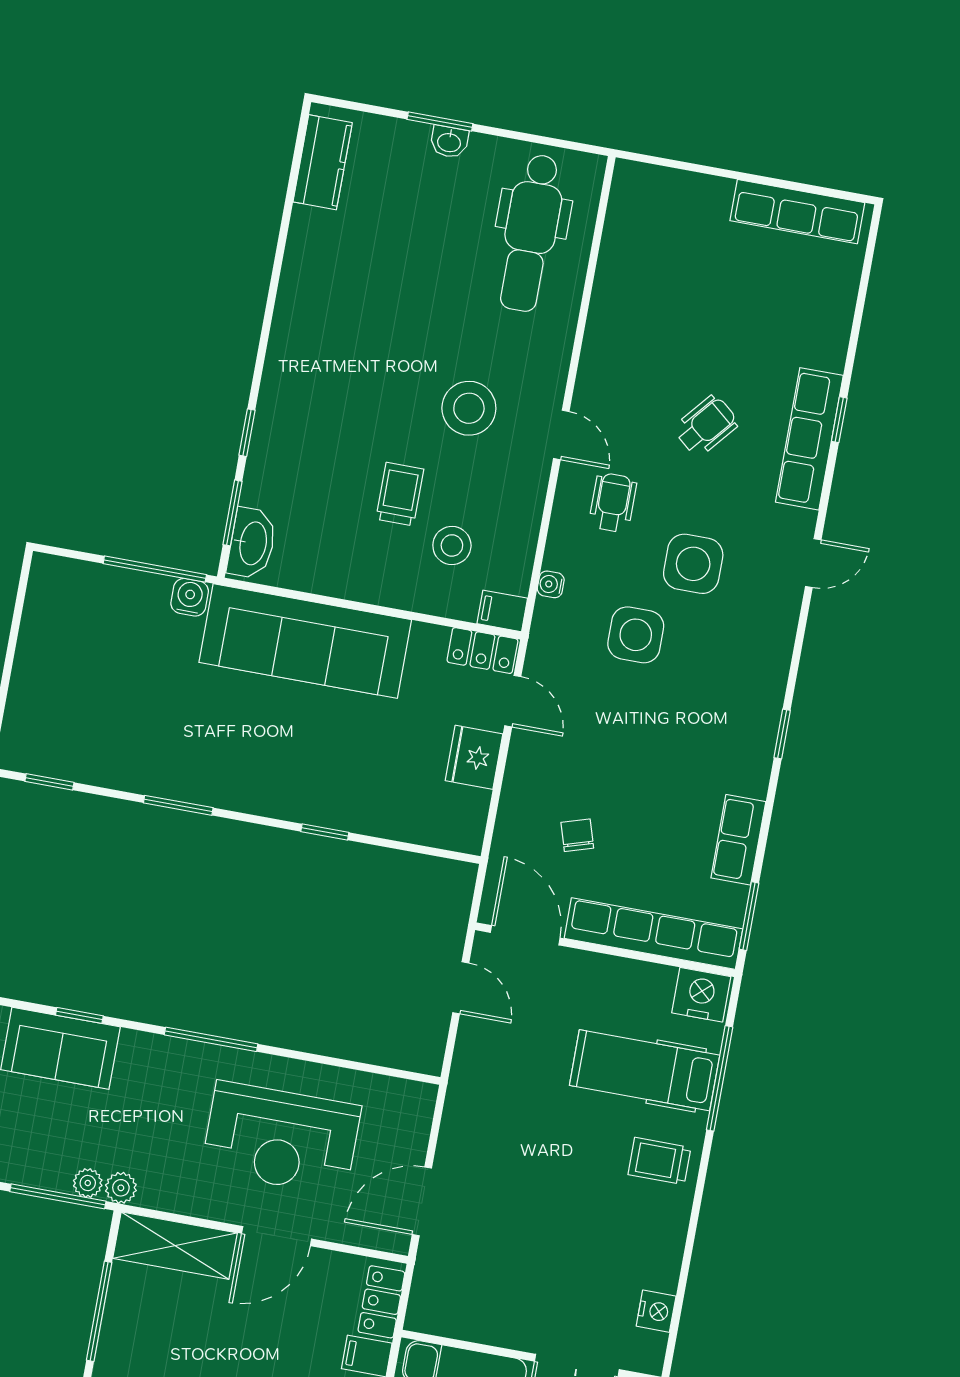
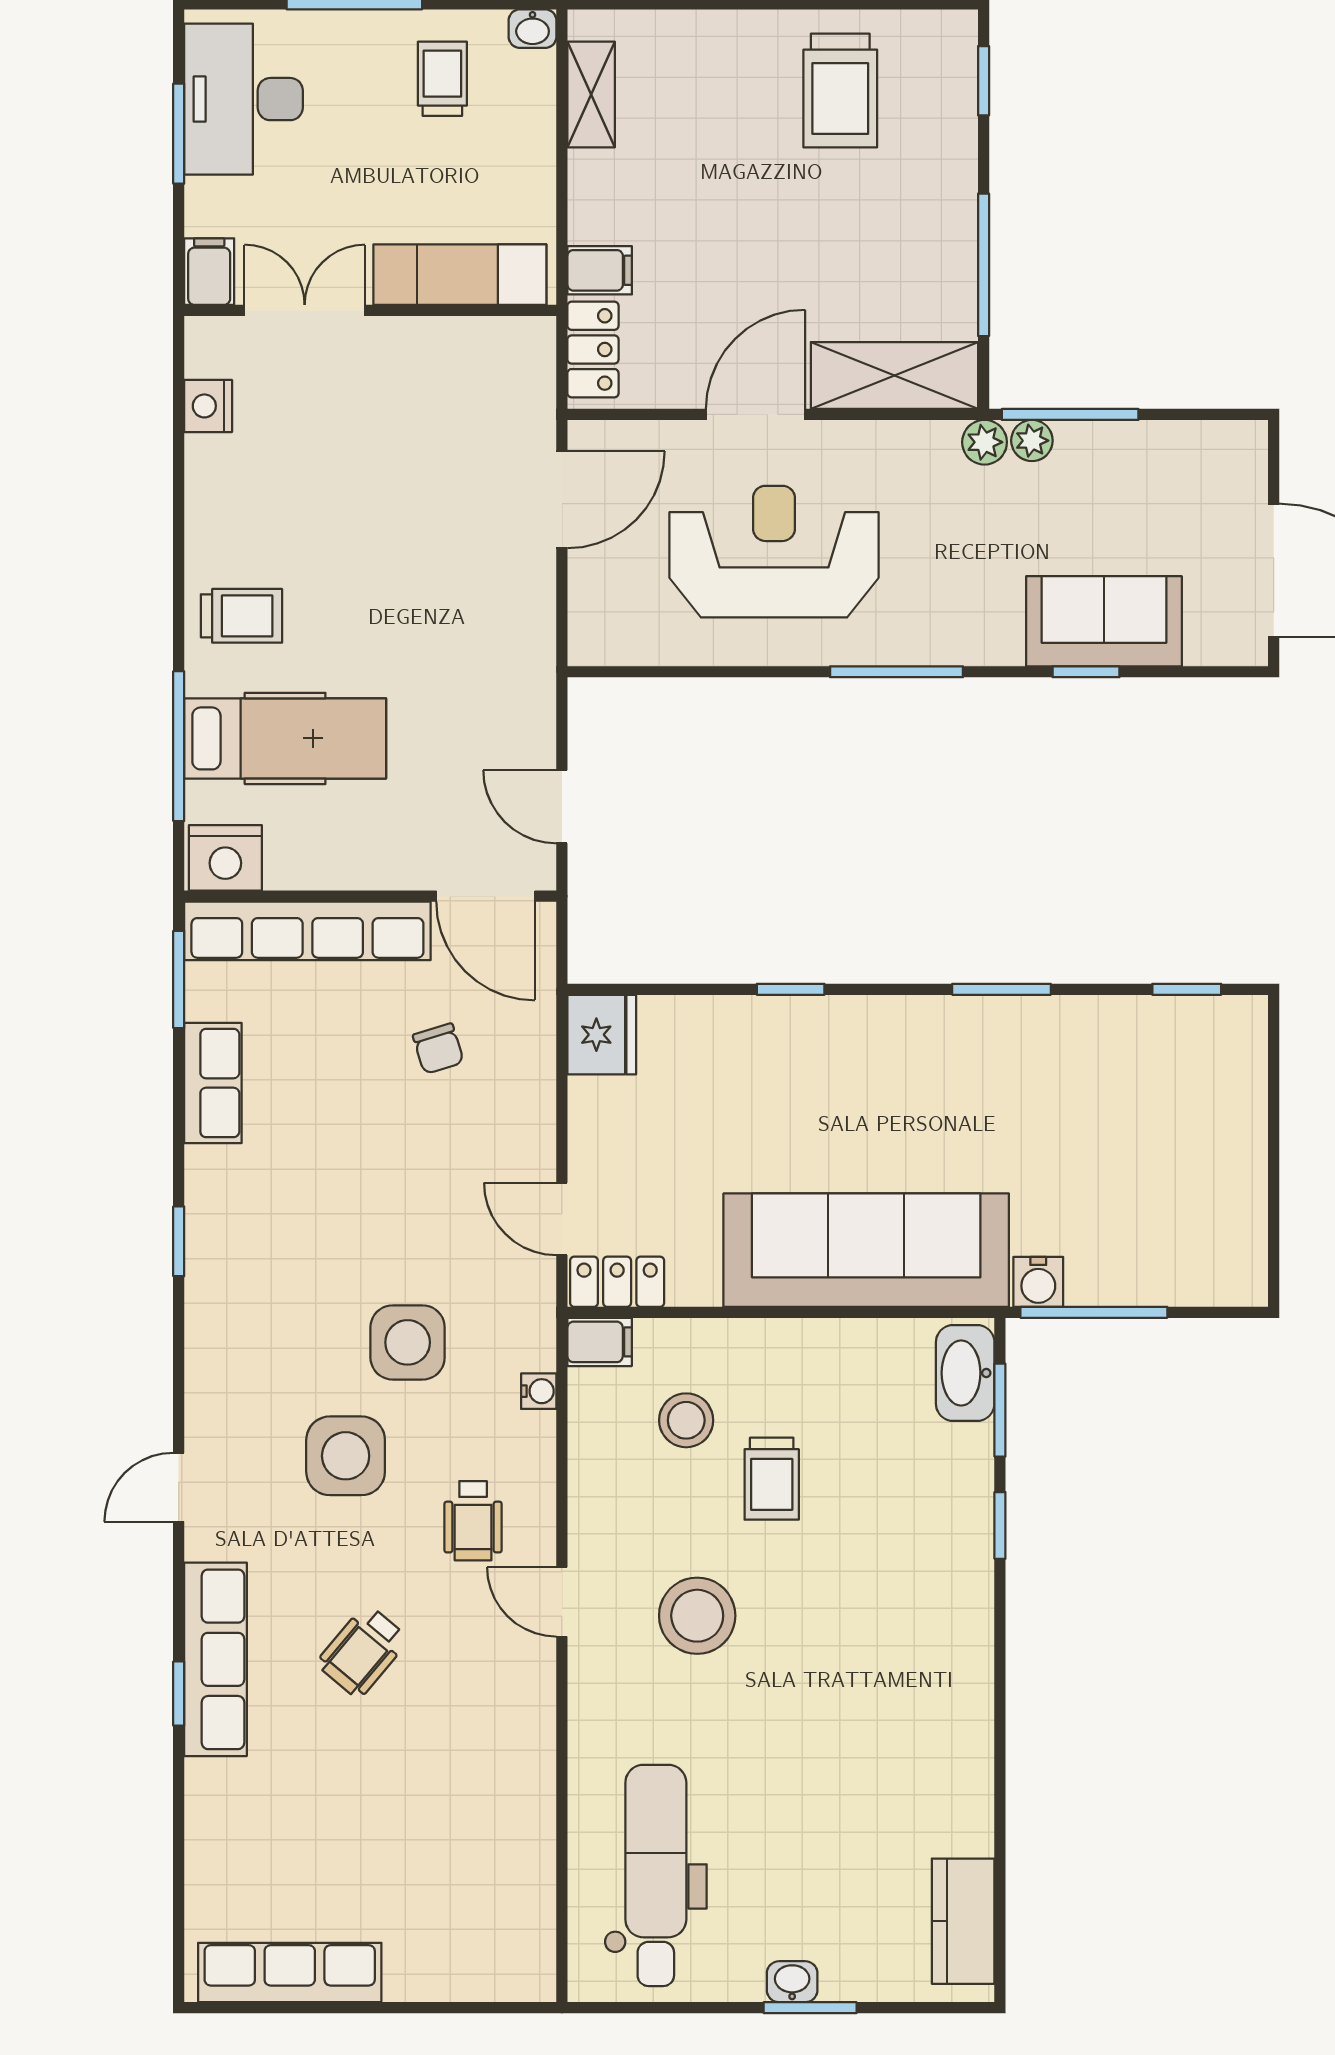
fridge: (474, 757) -> (602, 1035), moved

